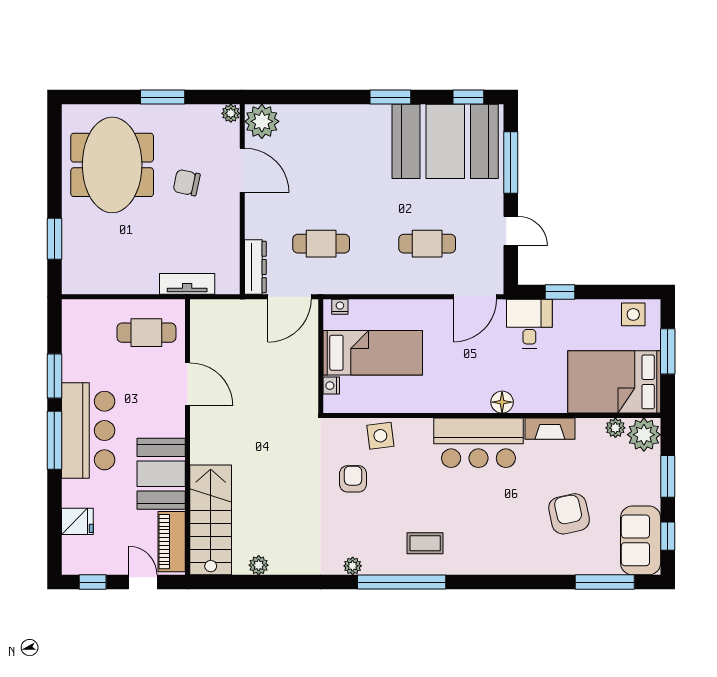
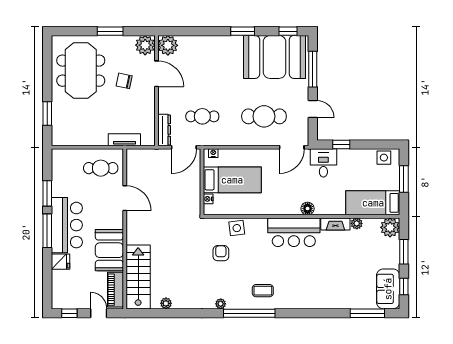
plant: (231, 113) -> (145, 45), width x1.87, depth x1.87
cafe table: (427, 244) -> (264, 116), width x1.37, depth x1.35
bed: (614, 382) -> (373, 203), width x0.67
plant: (615, 428) -> (357, 223), moved
armchair: (569, 514) -> (346, 274), removed
fridge: (77, 521) -> (61, 262), moved

